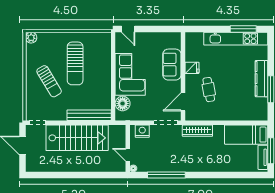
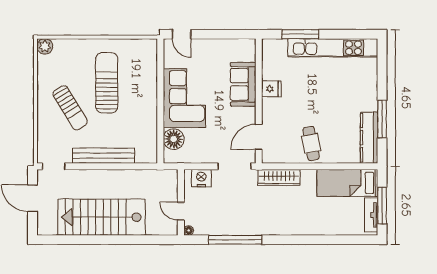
window: (243, 29) -> (300, 34), moved
sun lounger: (75, 63) -> (107, 83), turned 180
kitchen counter: (261, 79) -> (369, 138), moved
cafe table: (209, 90) -> (311, 143), moved
bench: (89, 115) -> (104, 156), moved
stairs: (77, 138) -> (102, 217), moved, turned 180

